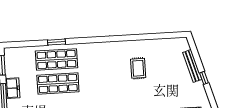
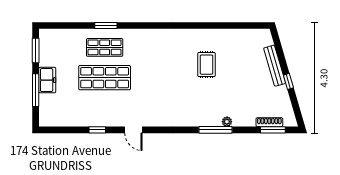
shop shelf: (56, 59) -> (105, 47), width x0.70, depth x0.74

